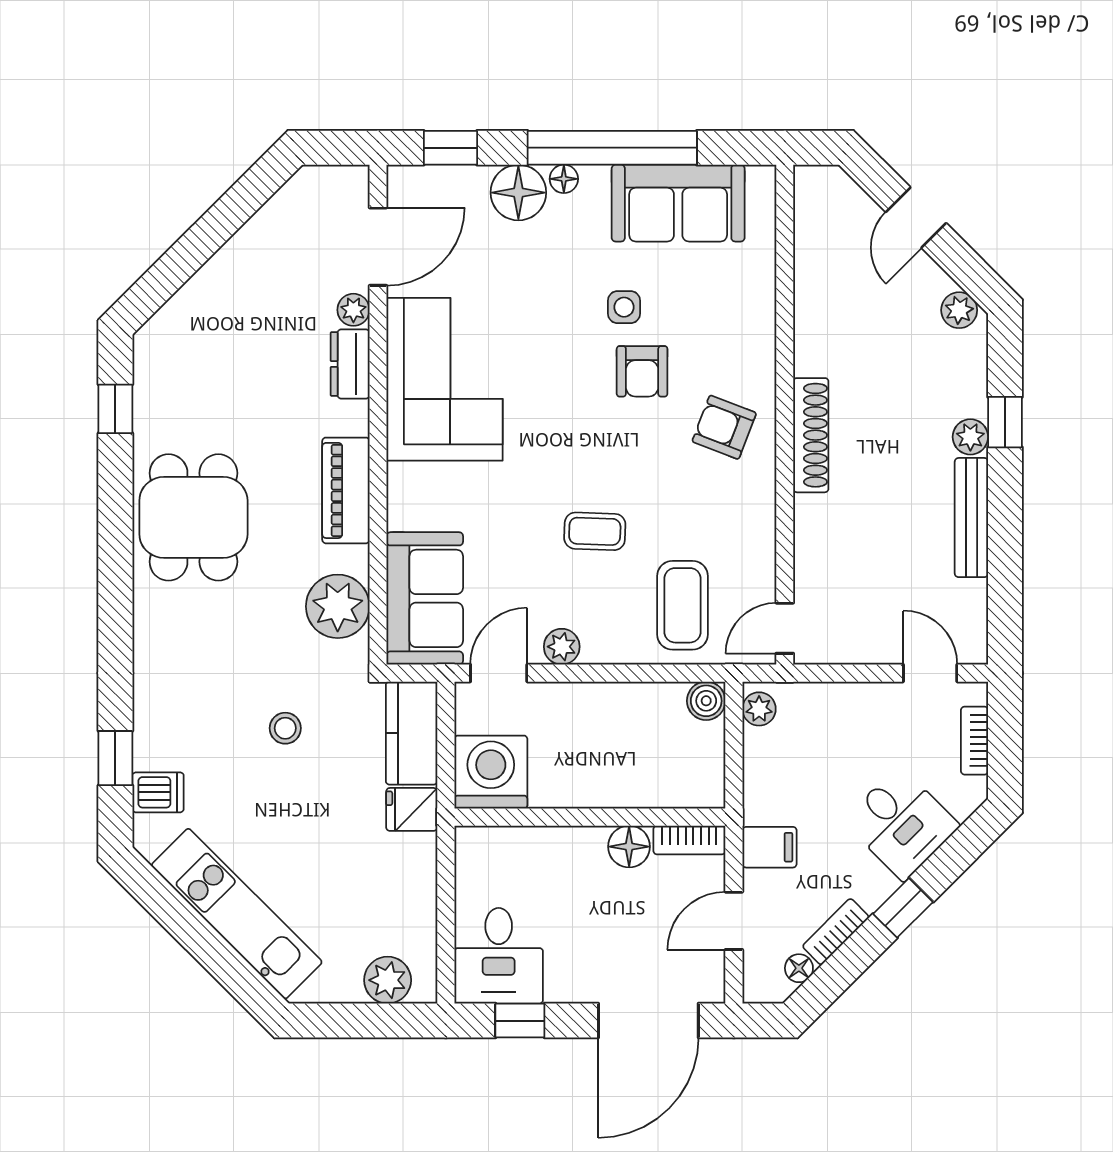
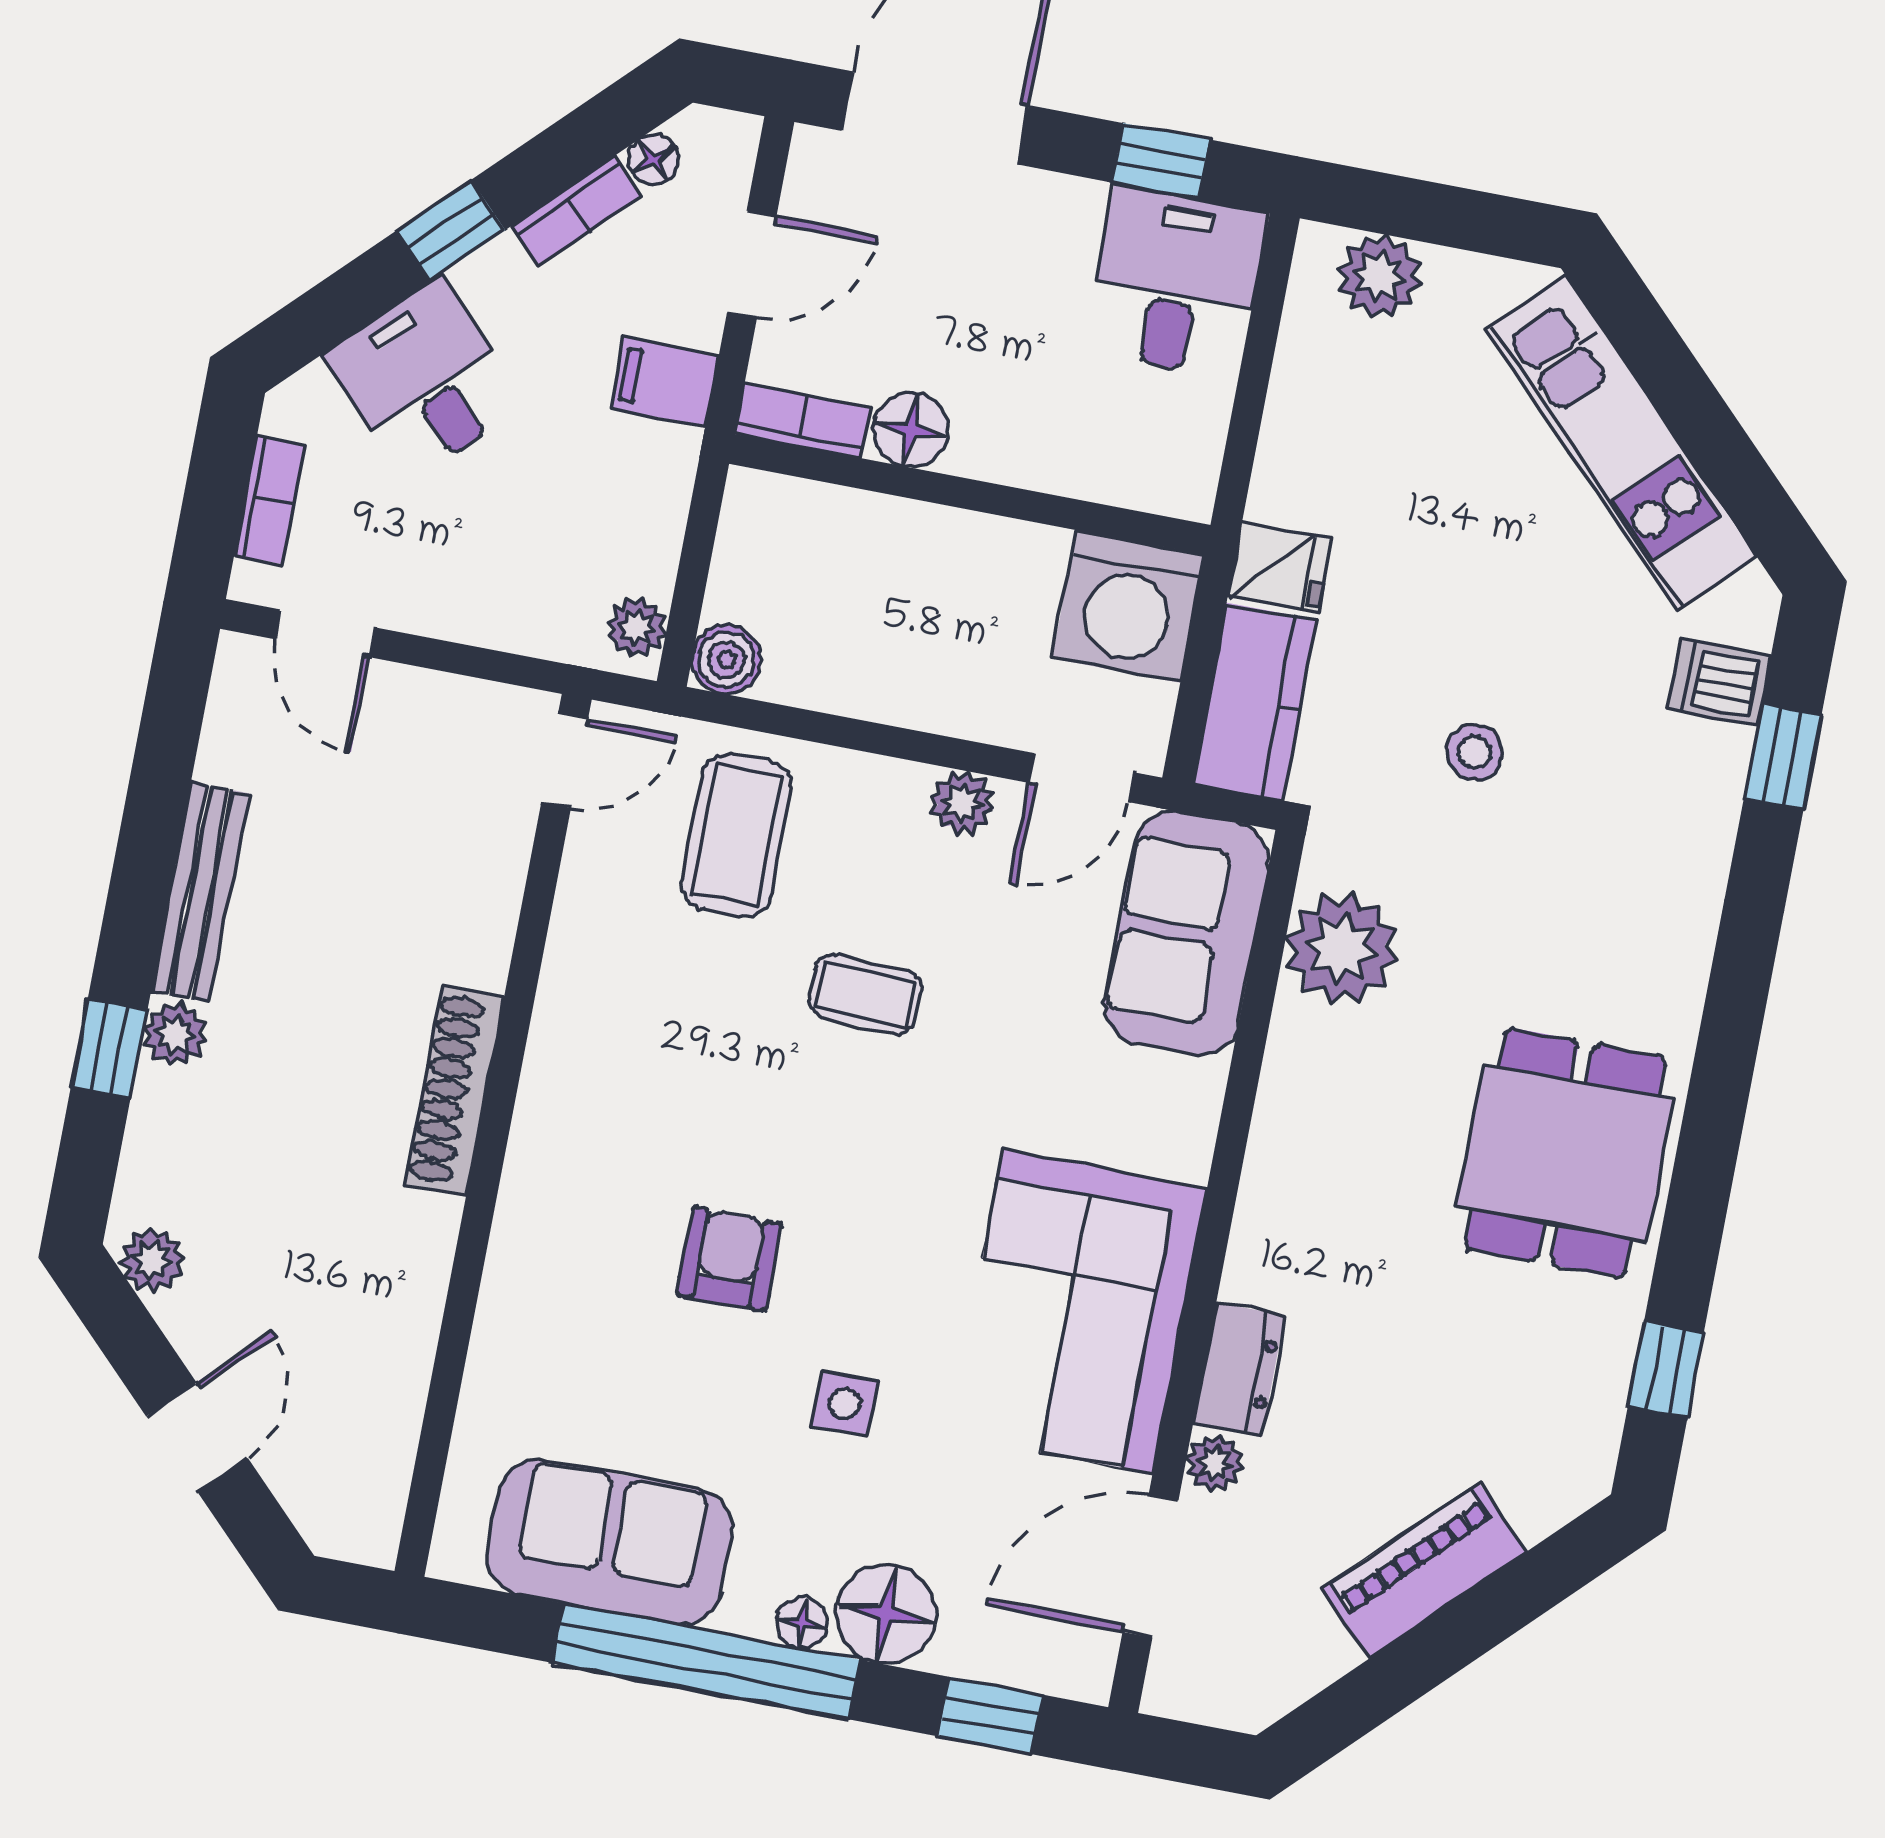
side table: (624, 307) -> (845, 1404), moved
armchair: (724, 427) -> (604, 1134), removed
piano: (346, 490) -> (1424, 1570), moved, turned -135

